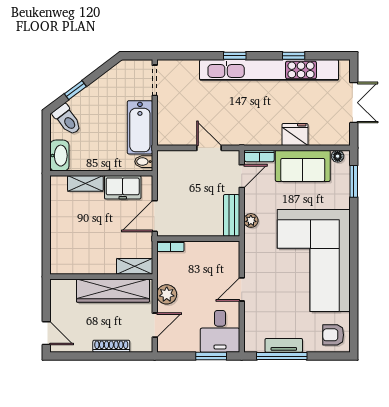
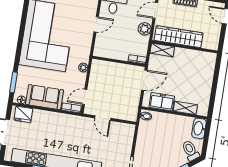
bathtub: (140, 127) -> (145, 138), removed
fridge: (295, 135) -> (23, 114), moved
bench: (232, 215) -> (95, 73), removed

